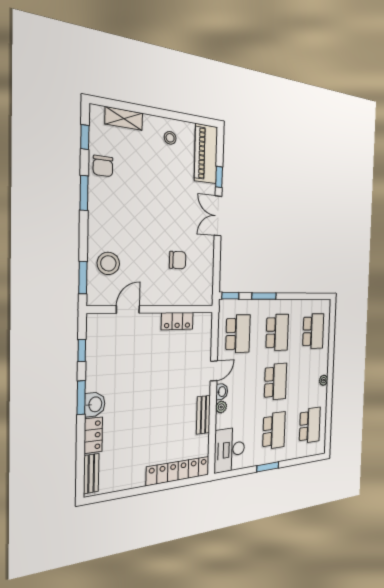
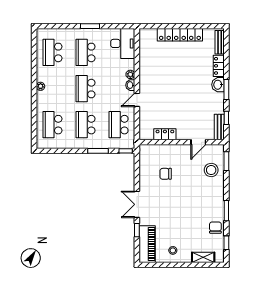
double door: (218, 216) -> (137, 204), swing flipped
bench: (203, 415) -> (219, 127), moved
locker: (178, 471) -> (180, 35), moved

